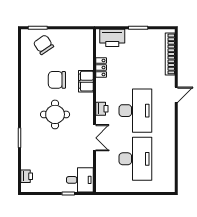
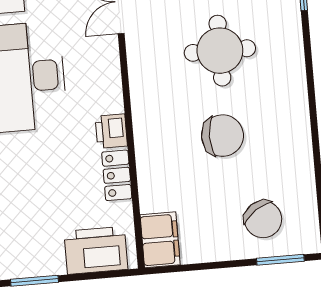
filing cabinet: (86, 81) -> (160, 240), moved
printer: (102, 109) -> (111, 131), moved

